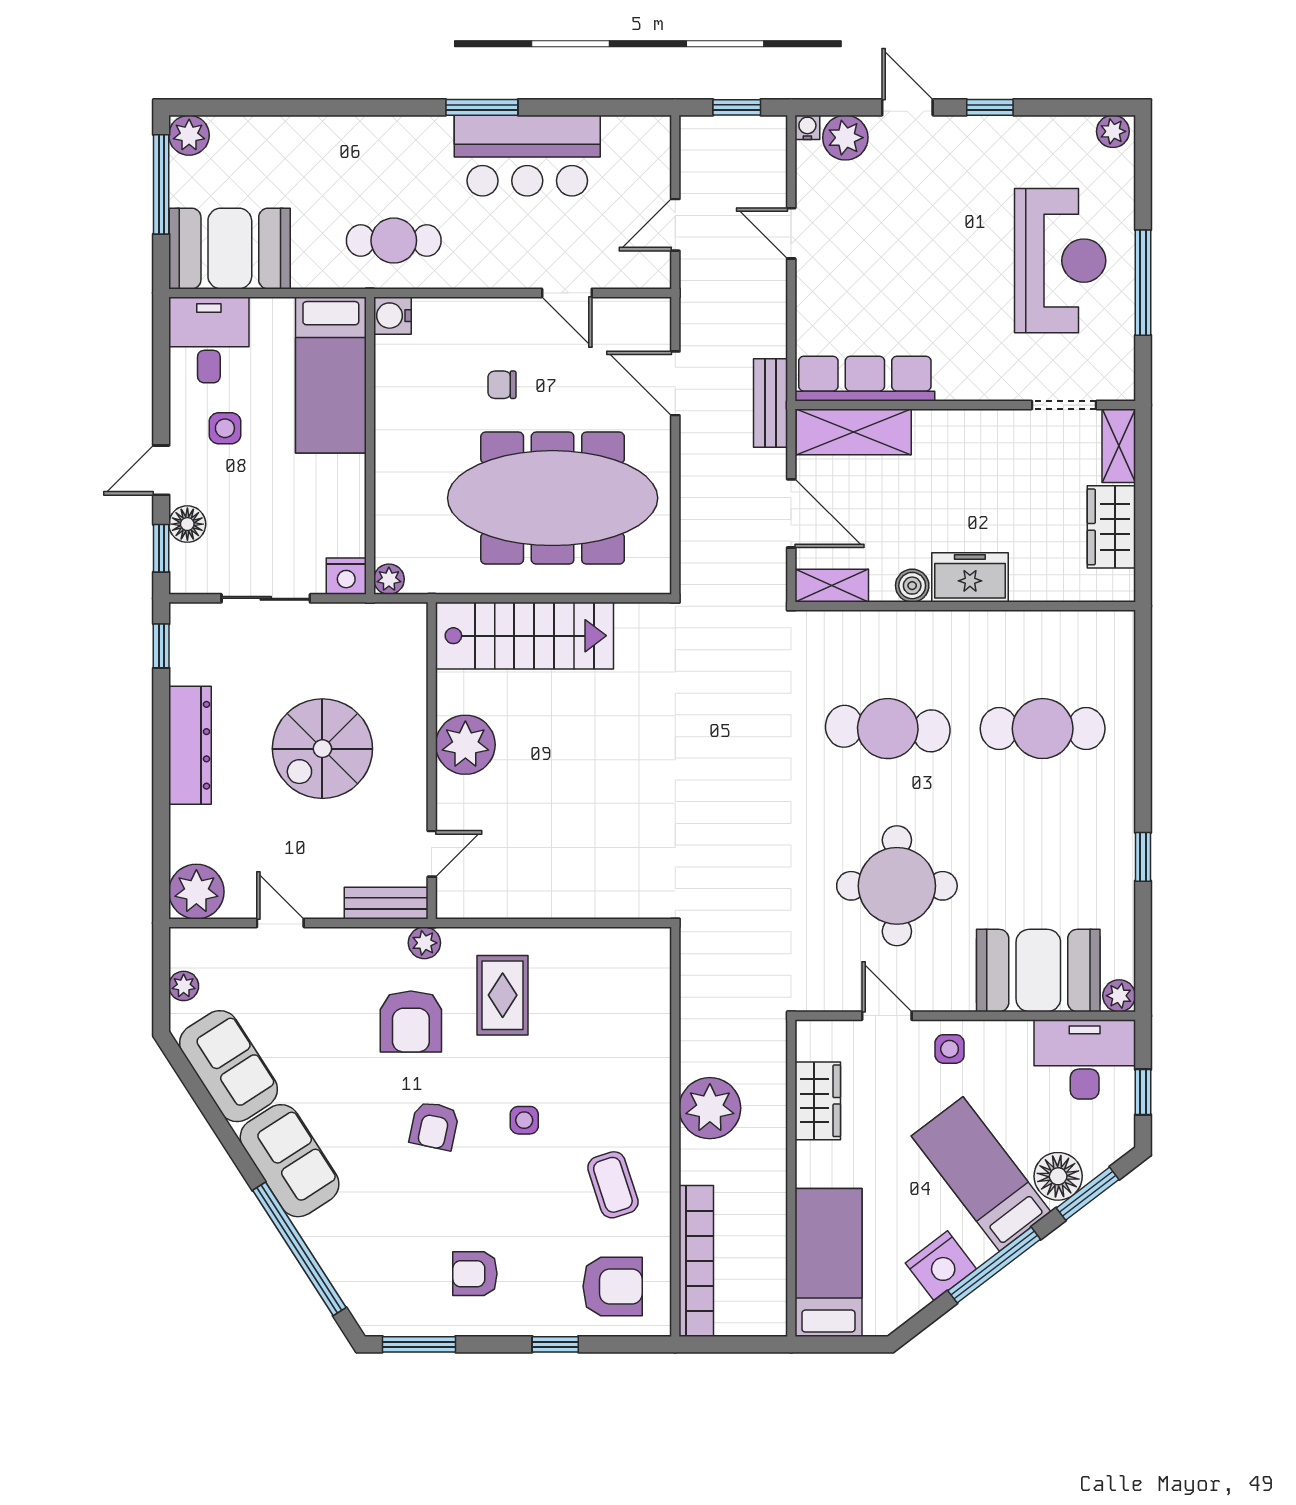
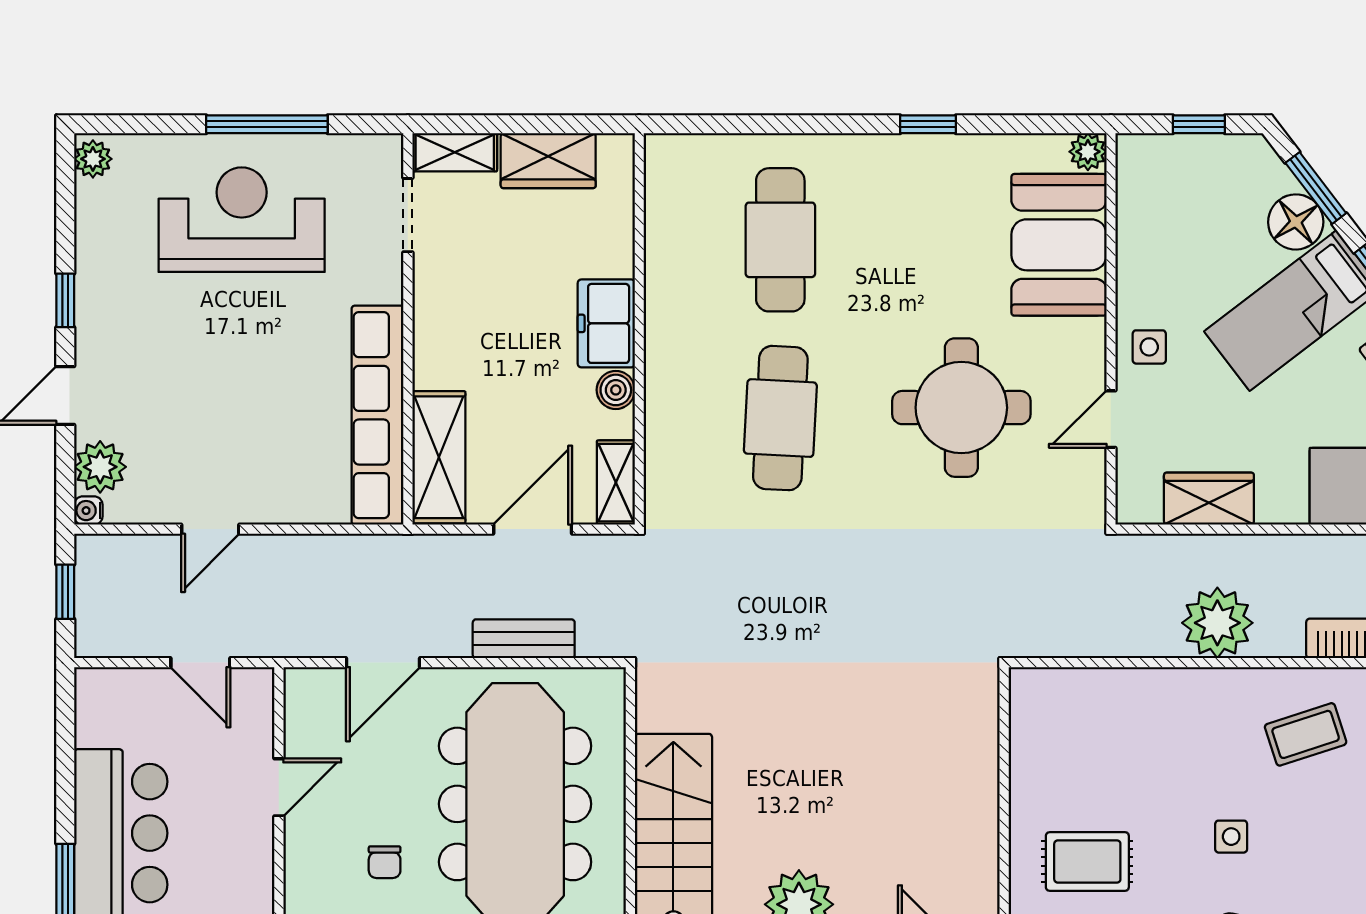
row of seats: (865, 379) -> (377, 415), width x1.36
bench: (770, 403) -> (524, 639), moved
desk: (1085, 1059) -> (1161, 191), removed

